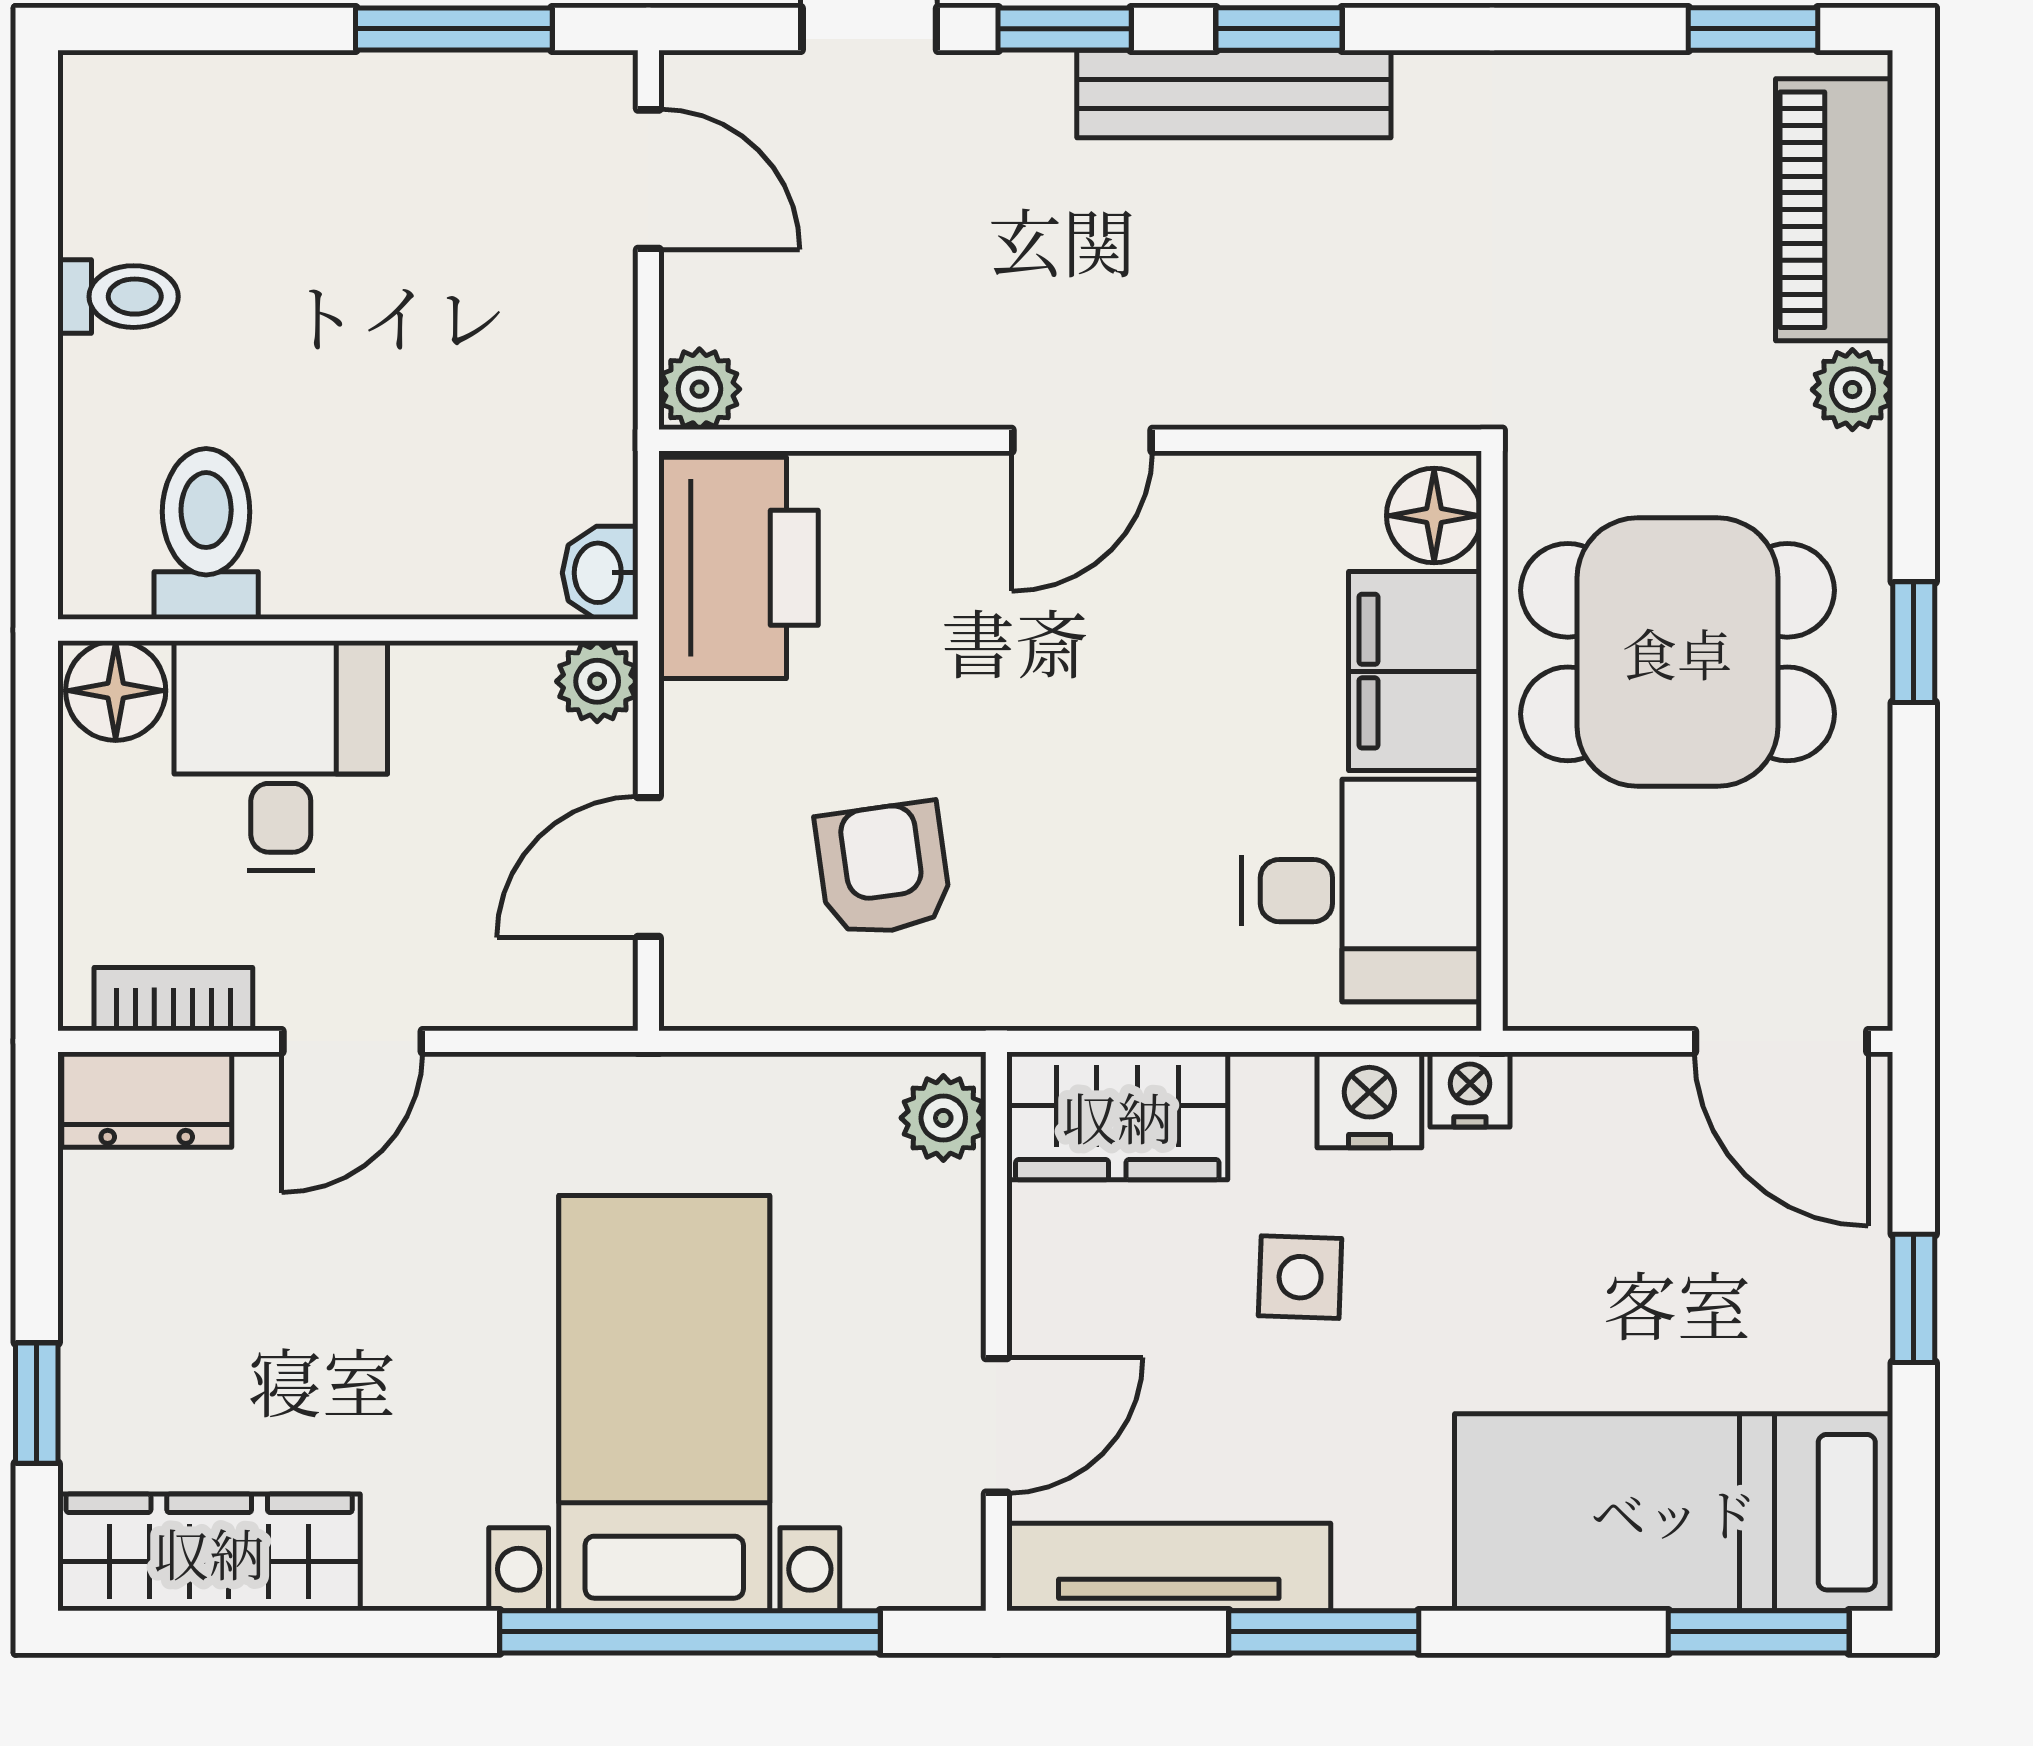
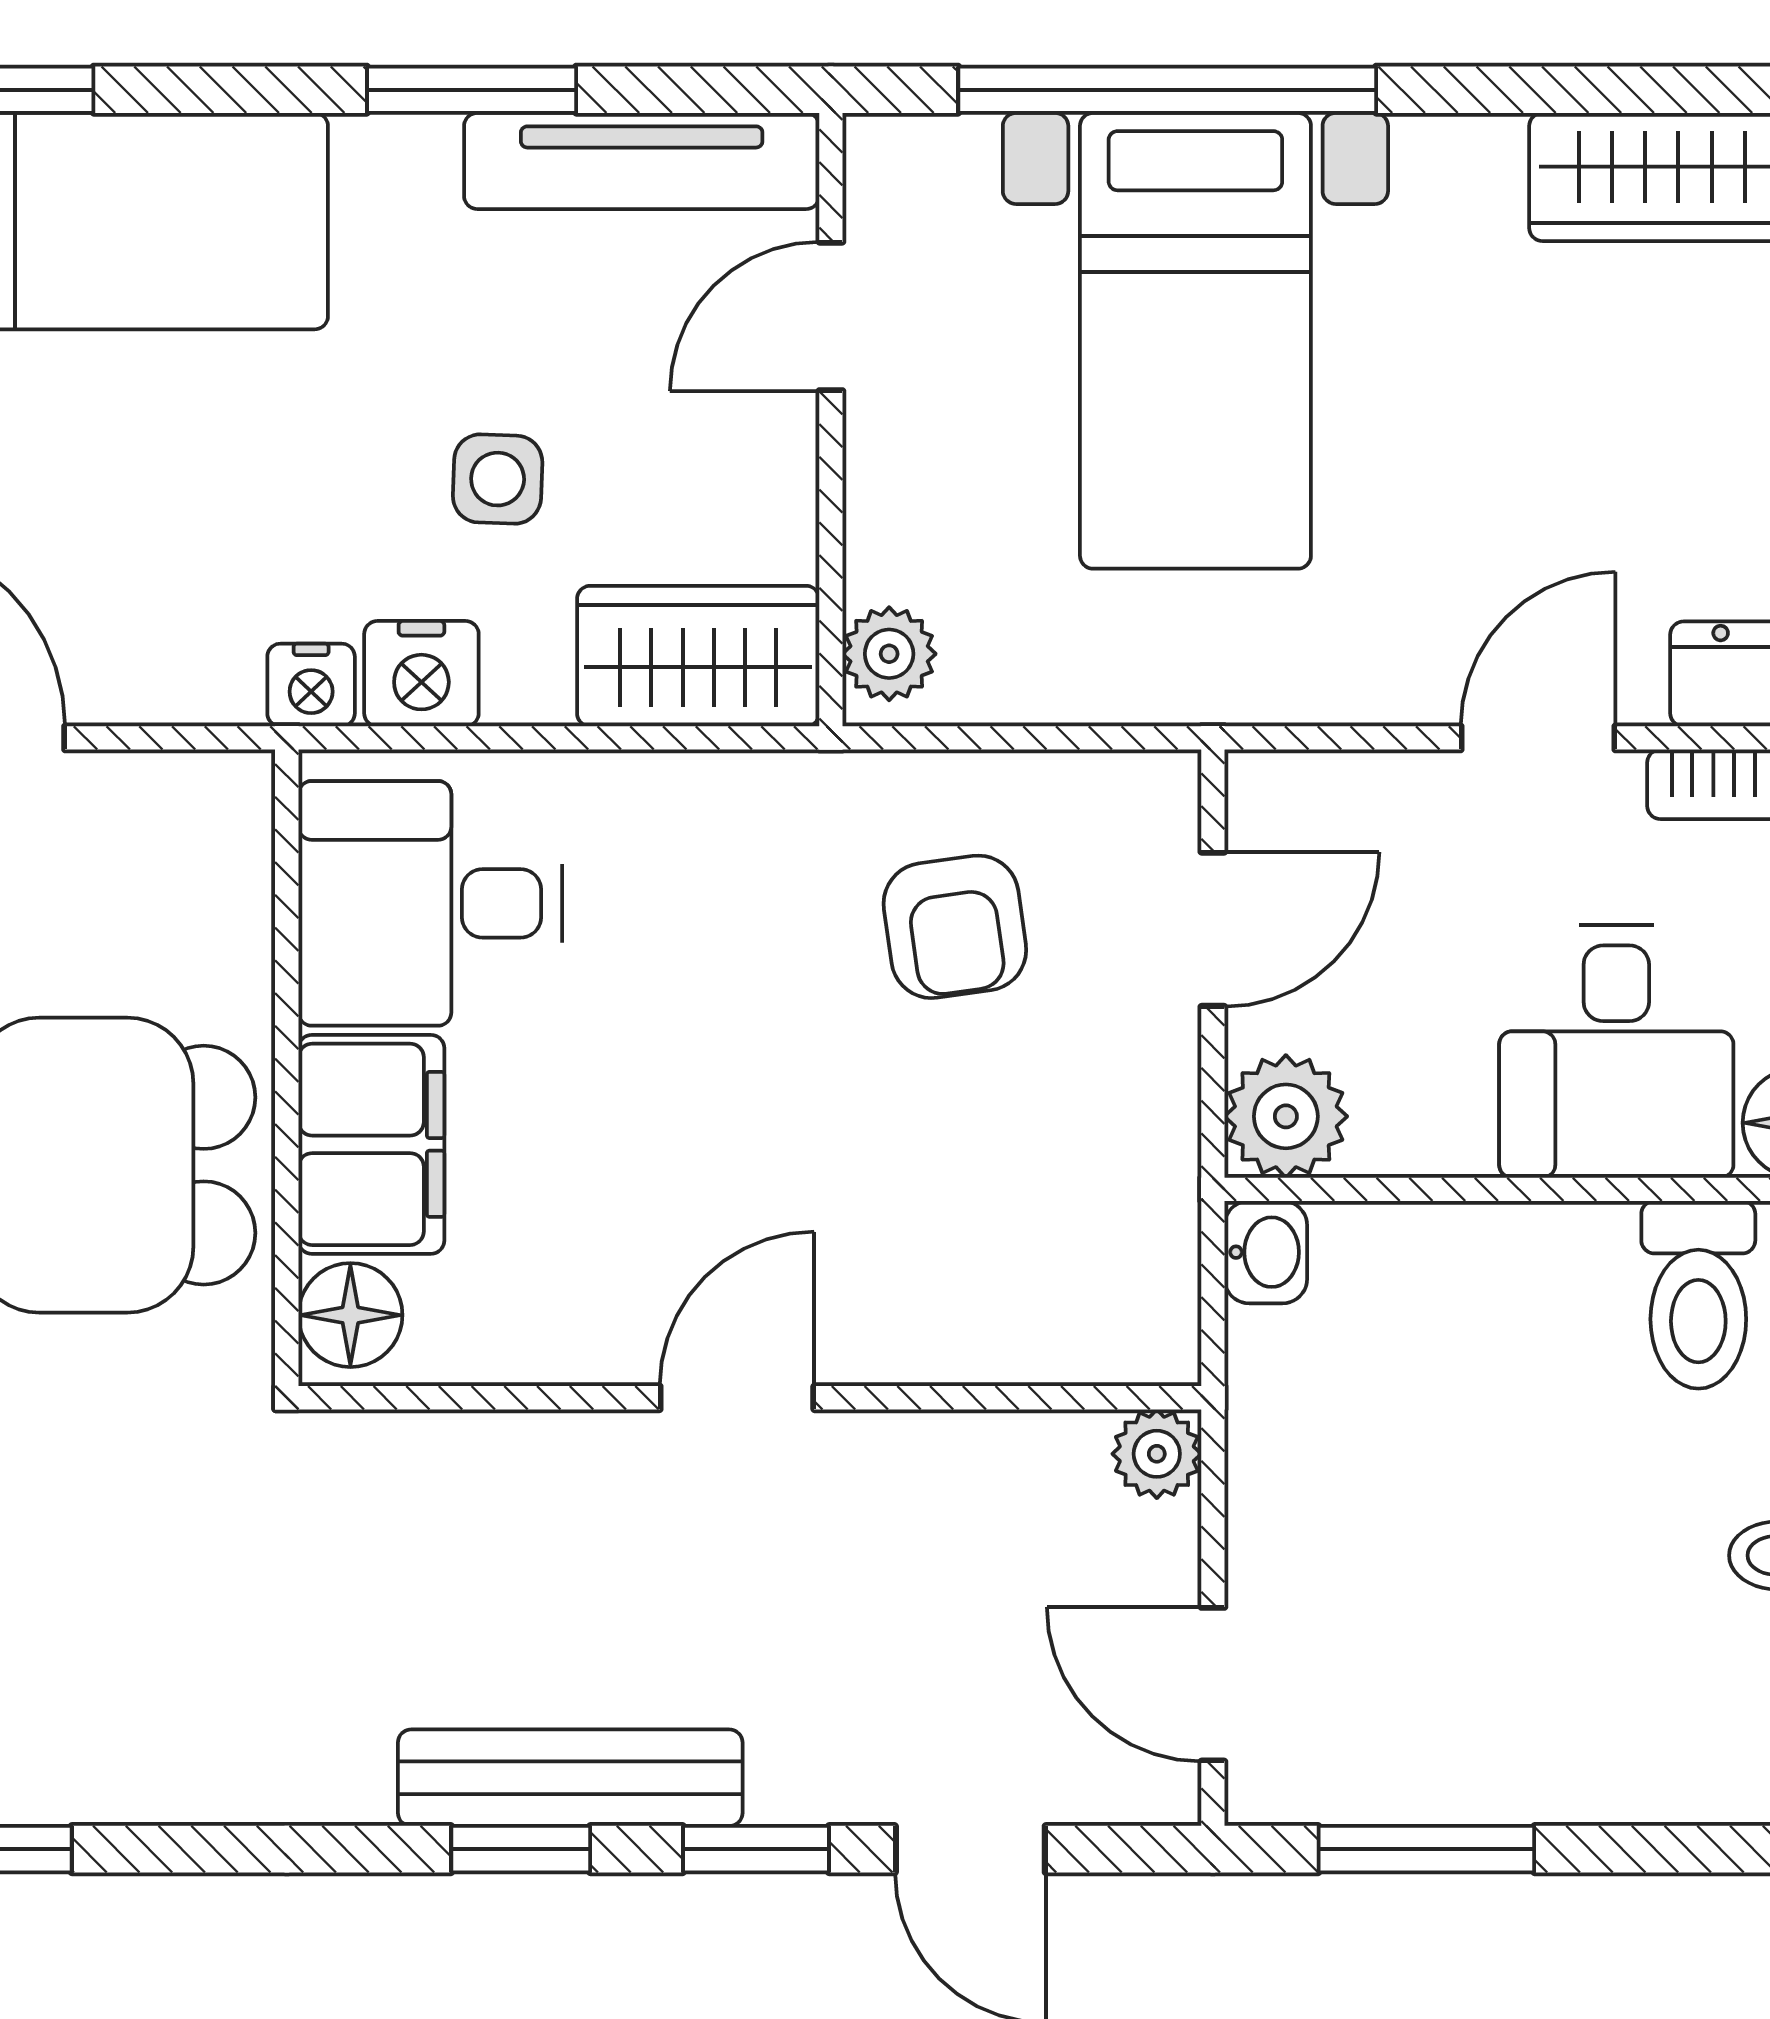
printer: (739, 568) -> (1114, 1258), removed
plant: (597, 681) -> (1286, 1116), width x1.38, depth x1.38

